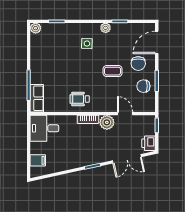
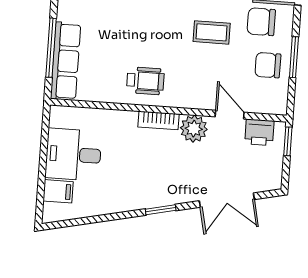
chair: (138, 64) -> (261, 22), turned 90
row of seats: (37, 98) -> (66, 61), width x1.48
wheelchair: (80, 99) -> (145, 81), turned 180
desk: (44, 128) -> (73, 155), moved
printer: (149, 143) -> (259, 132), moved, turned -90

